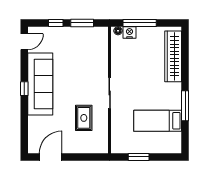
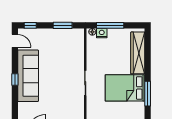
window: (56, 23) -> (30, 25), moved
door: (24, 42) -> (15, 41), hinge flipped
rug: (84, 118) -> (64, 104), removed
bed: (158, 121) -> (125, 88), moved, width x1.50

